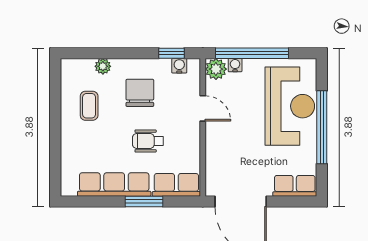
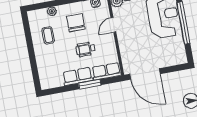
door: (203, 108) -> (113, 25), swing flipped
row of seats: (114, 184) -> (78, 76), width x0.68
row of seats: (295, 186) -> (174, 59), removed

